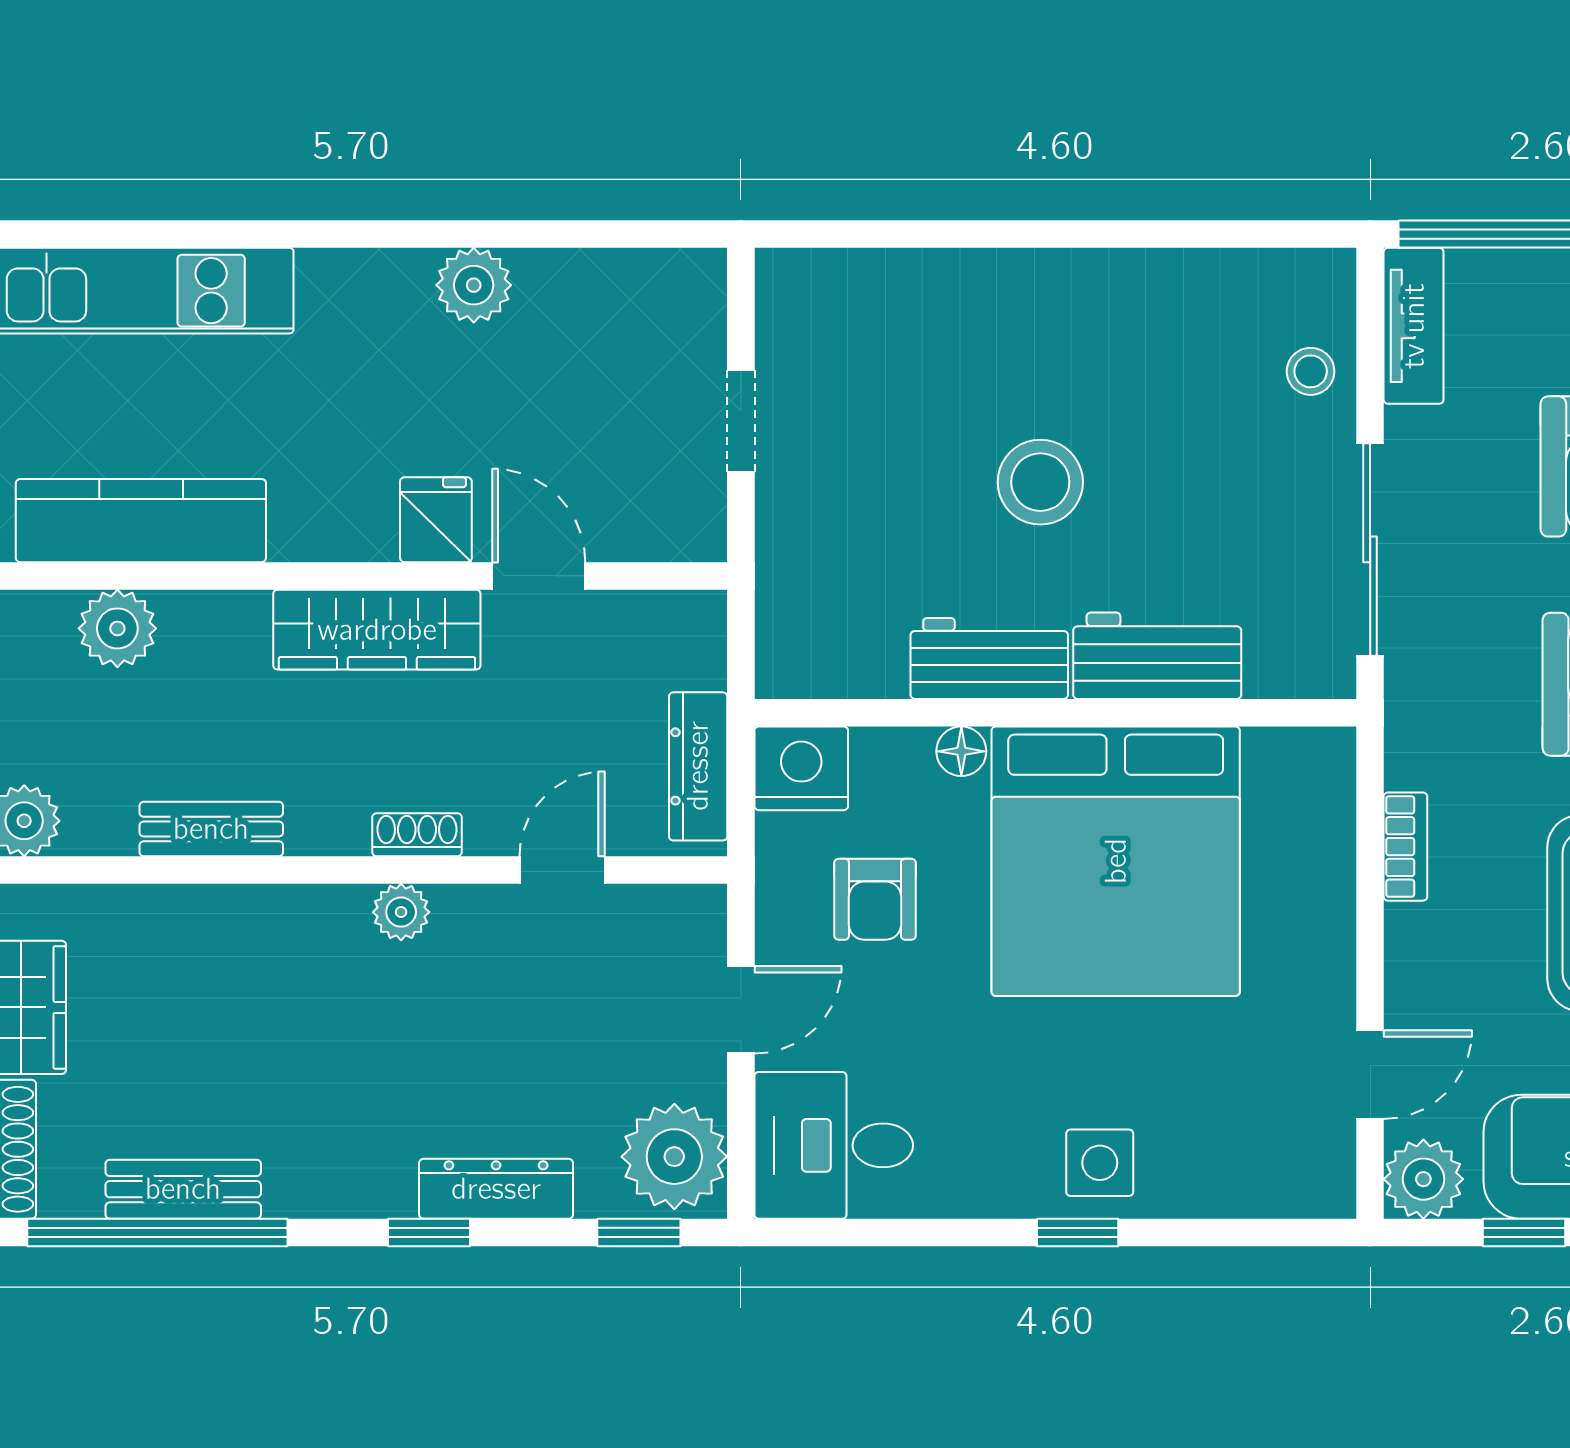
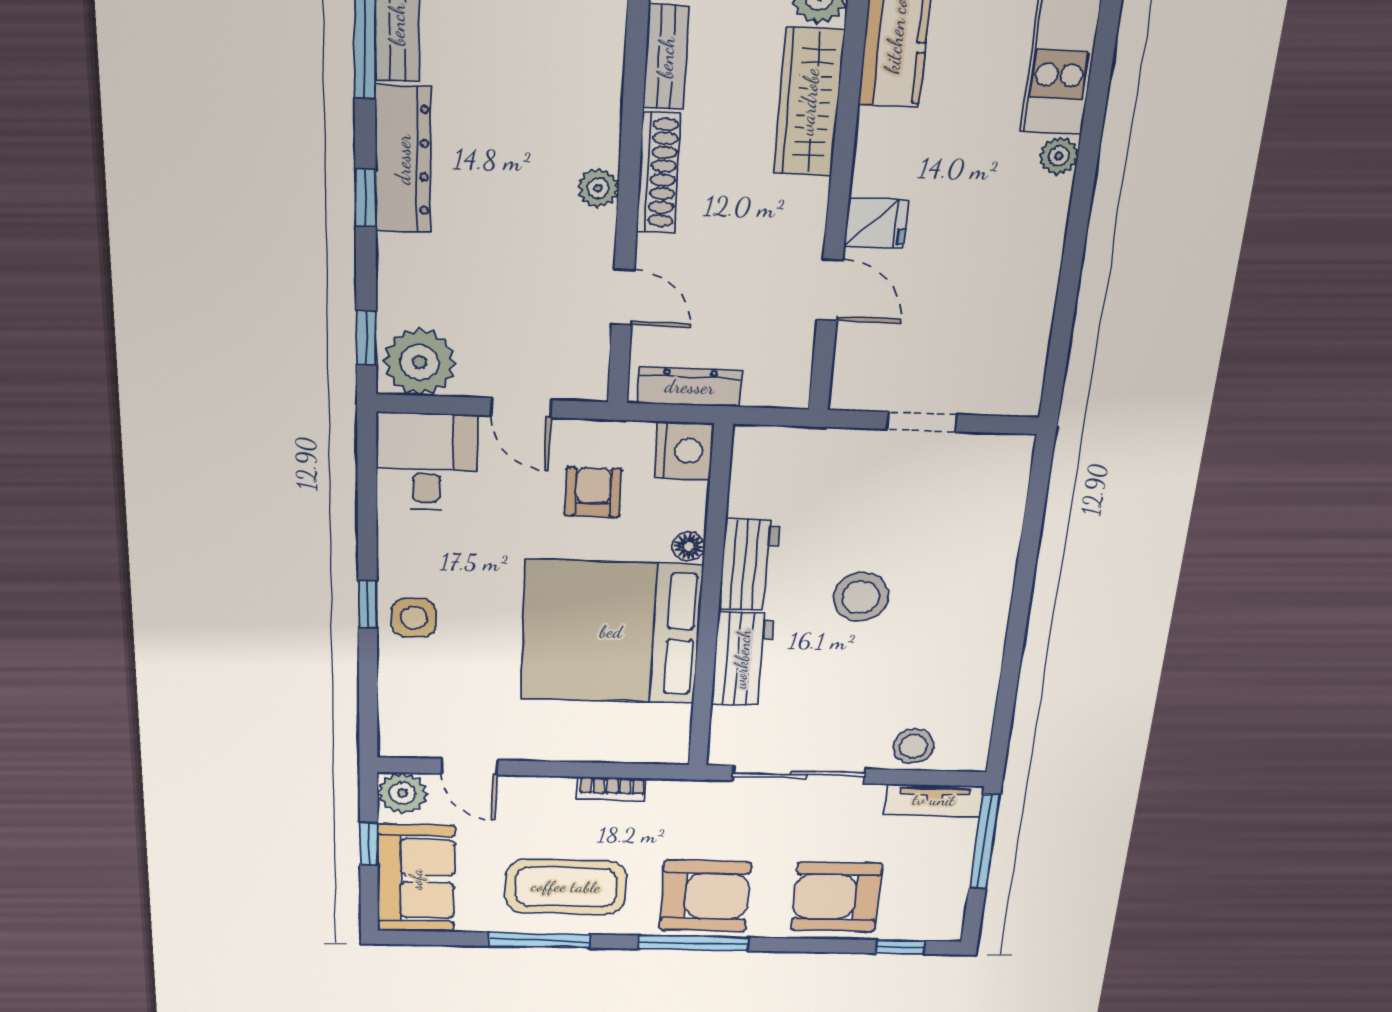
plant: (474, 285) -> (1059, 156), moved, width x0.73, depth x0.73
stool: (1311, 371) -> (913, 746), width x1.37, depth x1.37
door: (539, 576) -> (830, 290), hinge flipped
wardrobe: (377, 630) -> (809, 102), moved
shoe rack: (417, 835) -> (659, 173), width x1.94, depth x1.24
armchair: (875, 899) -> (593, 492), turned 90
dresser: (496, 1189) -> (403, 159), moved, width x1.37, depth x1.24

